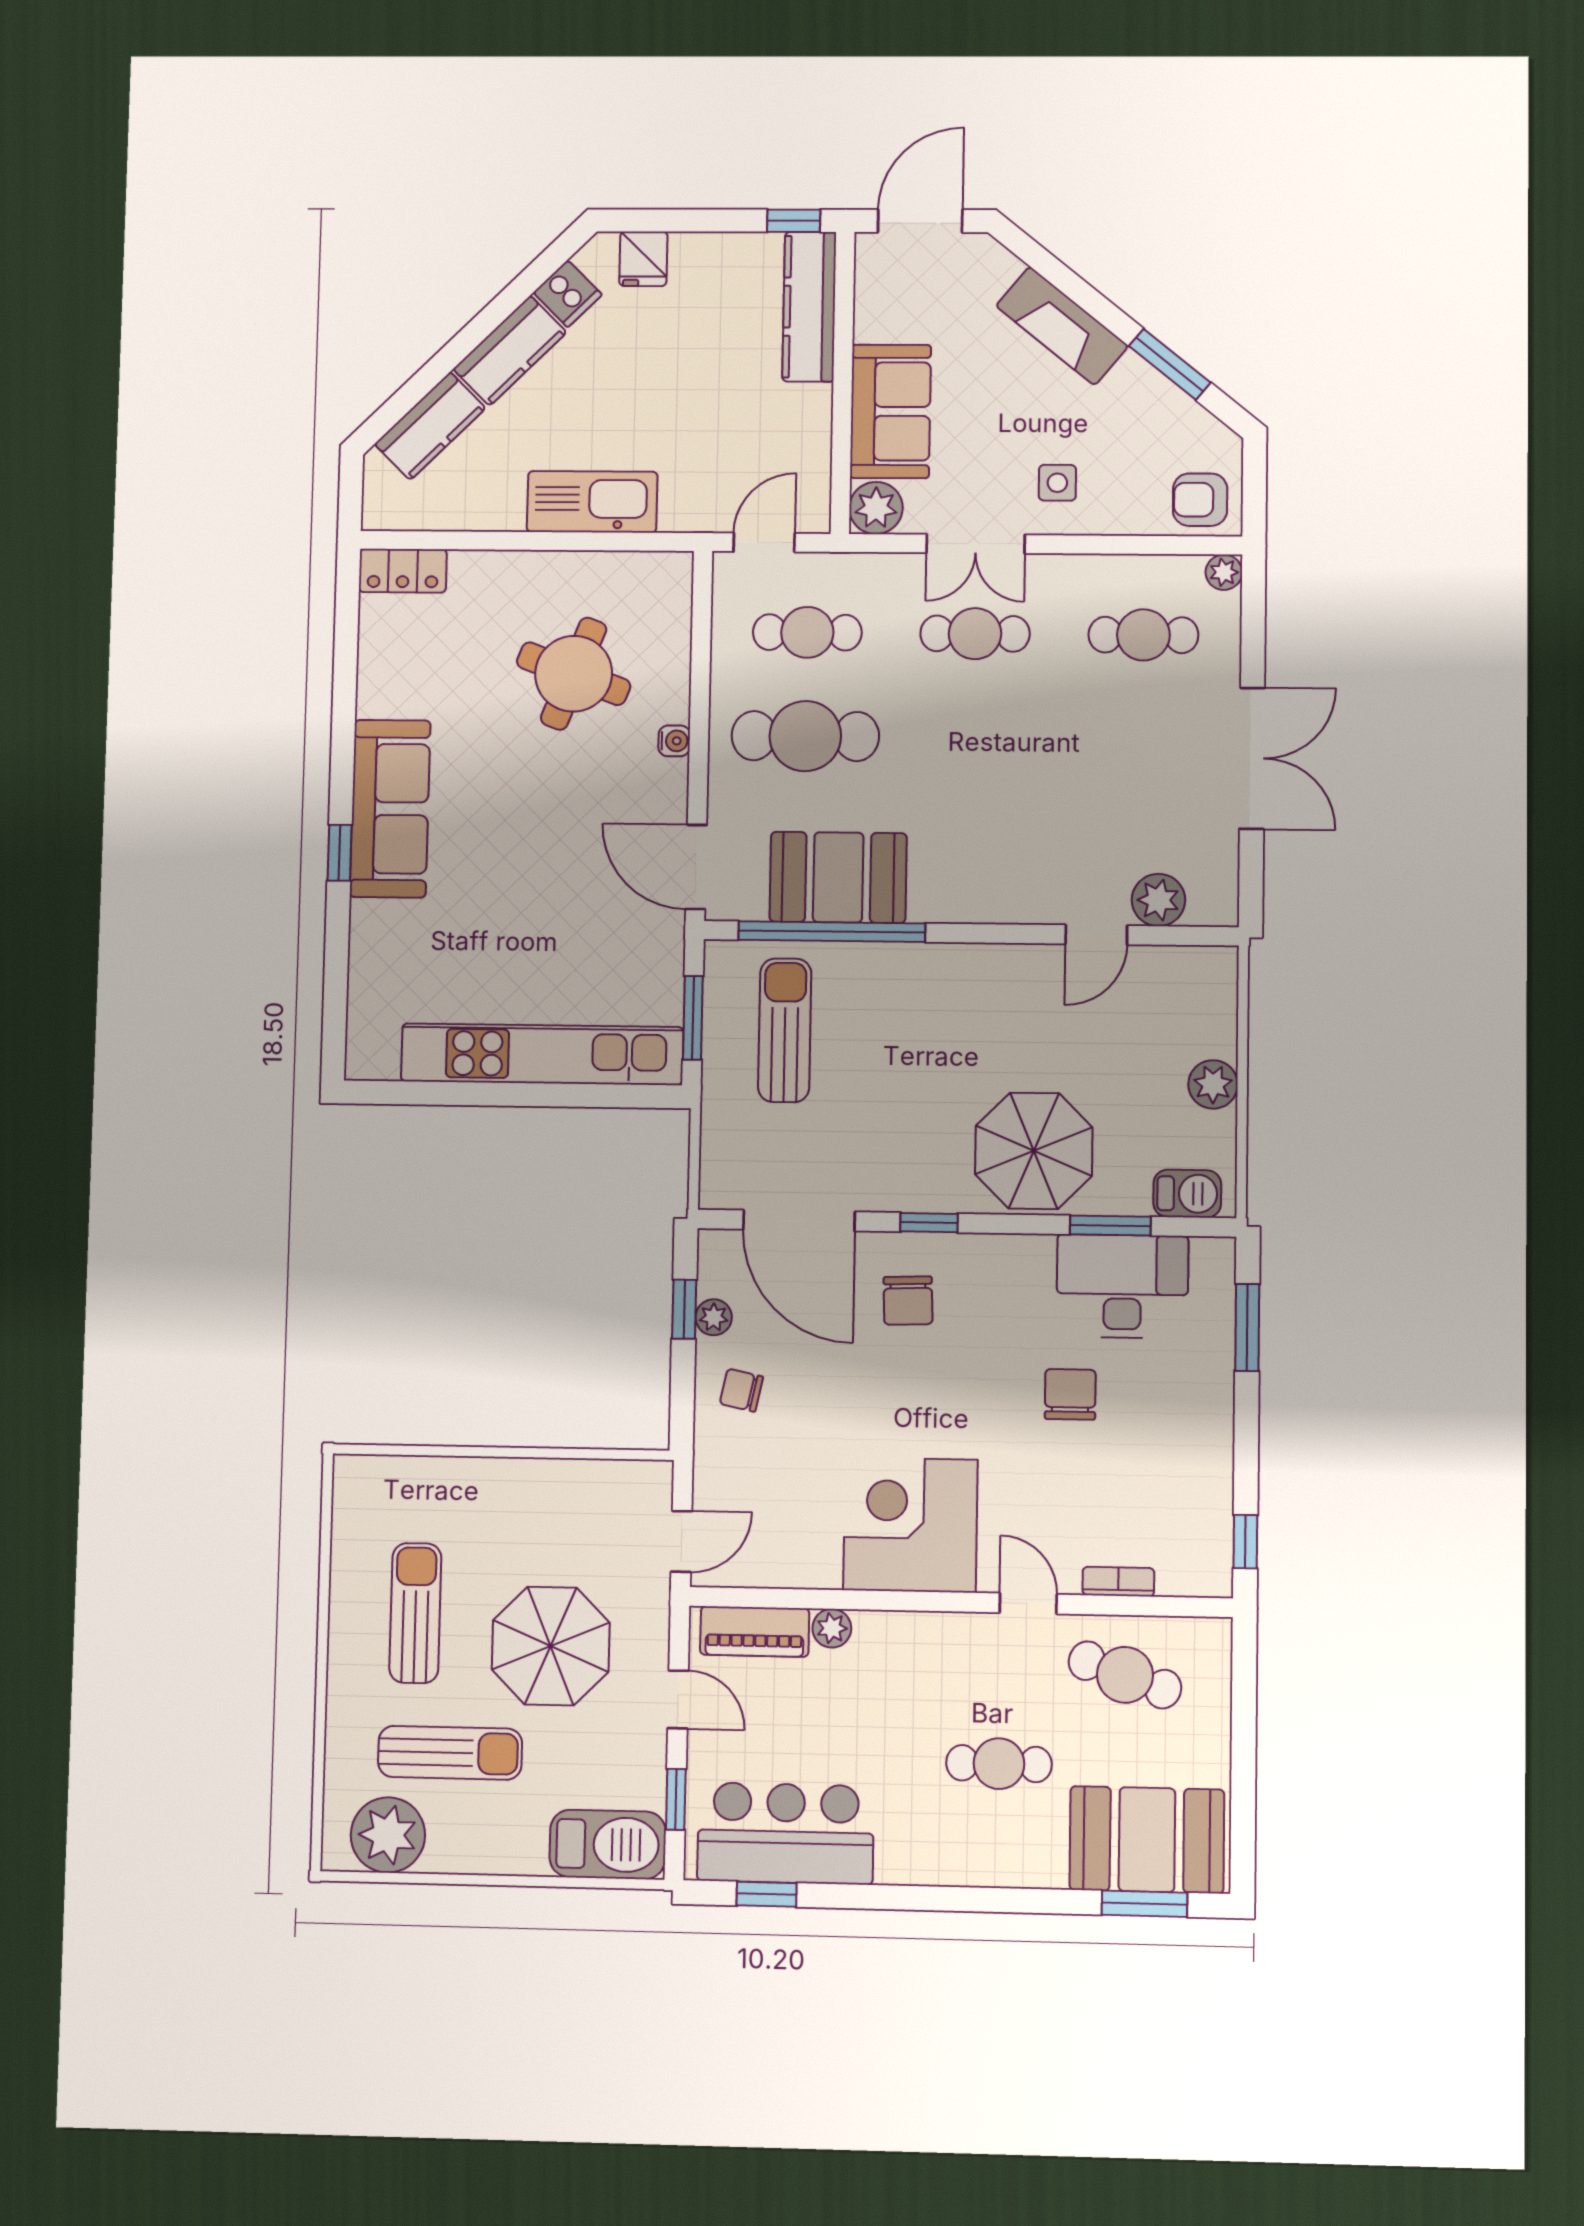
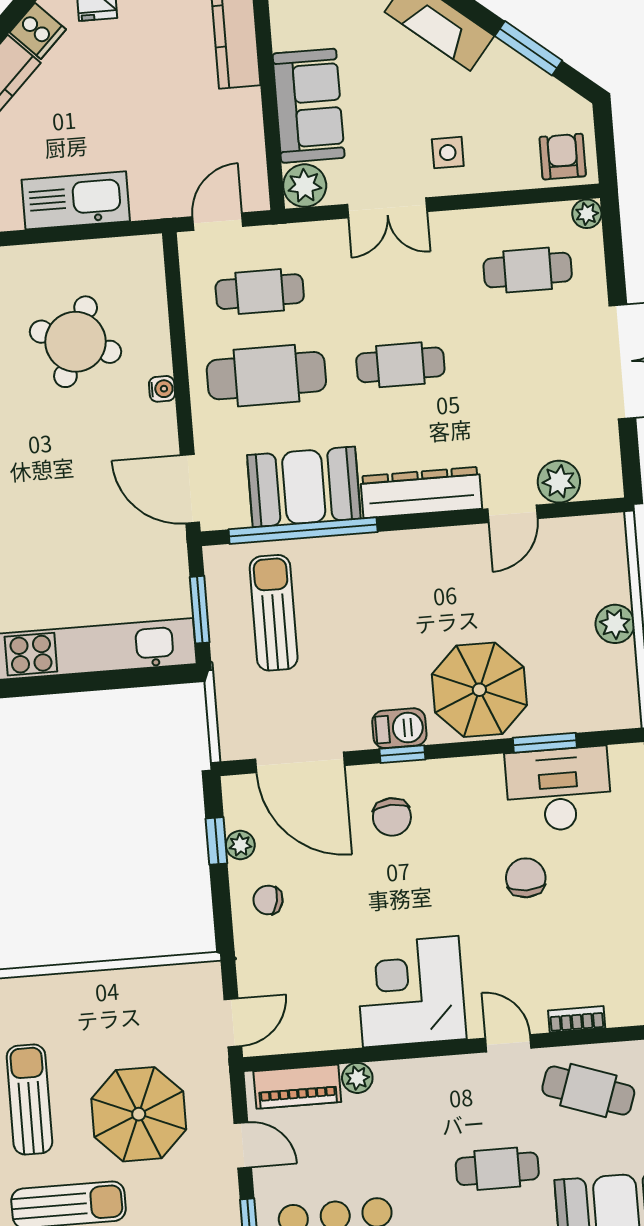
armchair: (1200, 500) -> (563, 157), turned 90
cafe table: (975, 634) -> (400, 365), moved
dresser: (984, 898) -> (421, 493), added
barbecue: (1187, 1194) -> (399, 728), moved

